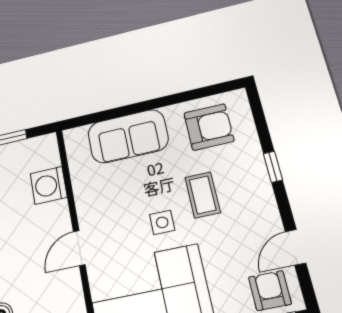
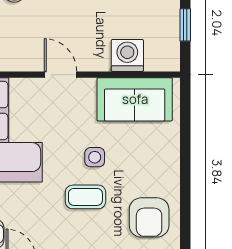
sofa: (128, 136) -> (135, 99), moved, turned -90
side table: (162, 222) -> (95, 157), moved

